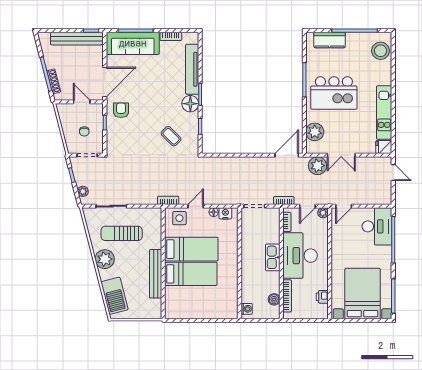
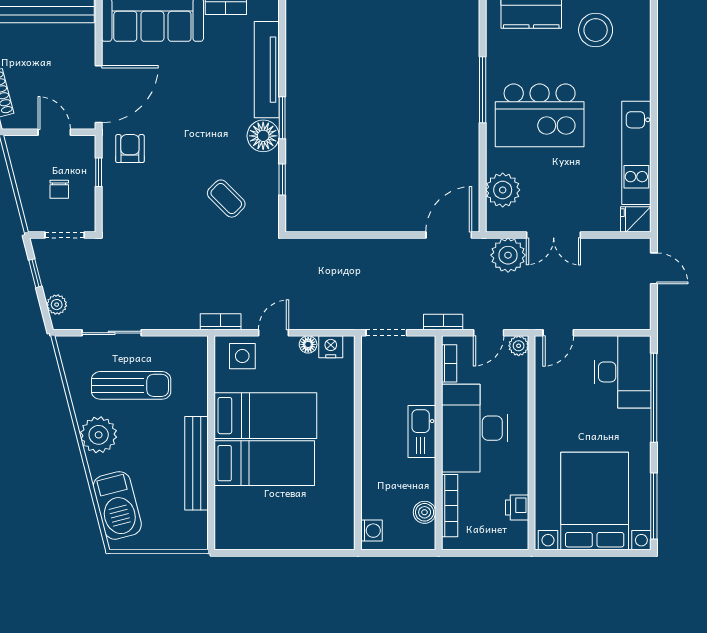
stool: (381, 51) -> (596, 30), moved
sun lounger: (122, 233) -> (131, 385), turned 180

